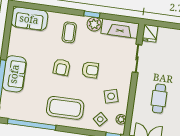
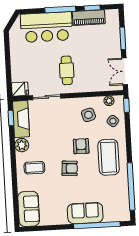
window: (92, 14) -> (11, 118), moved
armchair: (90, 70) -> (81, 146), moved
cafe table: (159, 99) -> (67, 70), moved, turned 90

